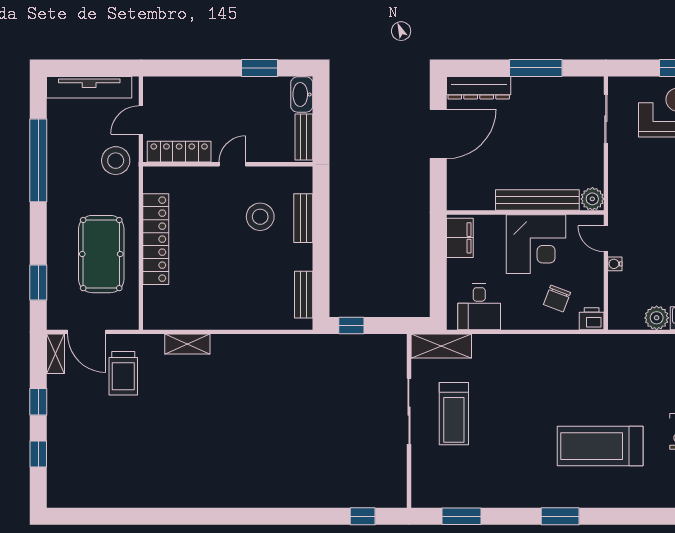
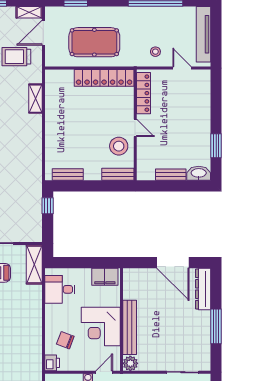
locker: (179, 152) -> (143, 93), moved
stool: (116, 161) -> (155, 52), width x0.53, depth x0.53
wall: (228, 164) -> (135, 125), moved
door: (232, 164) -> (135, 128), moved

